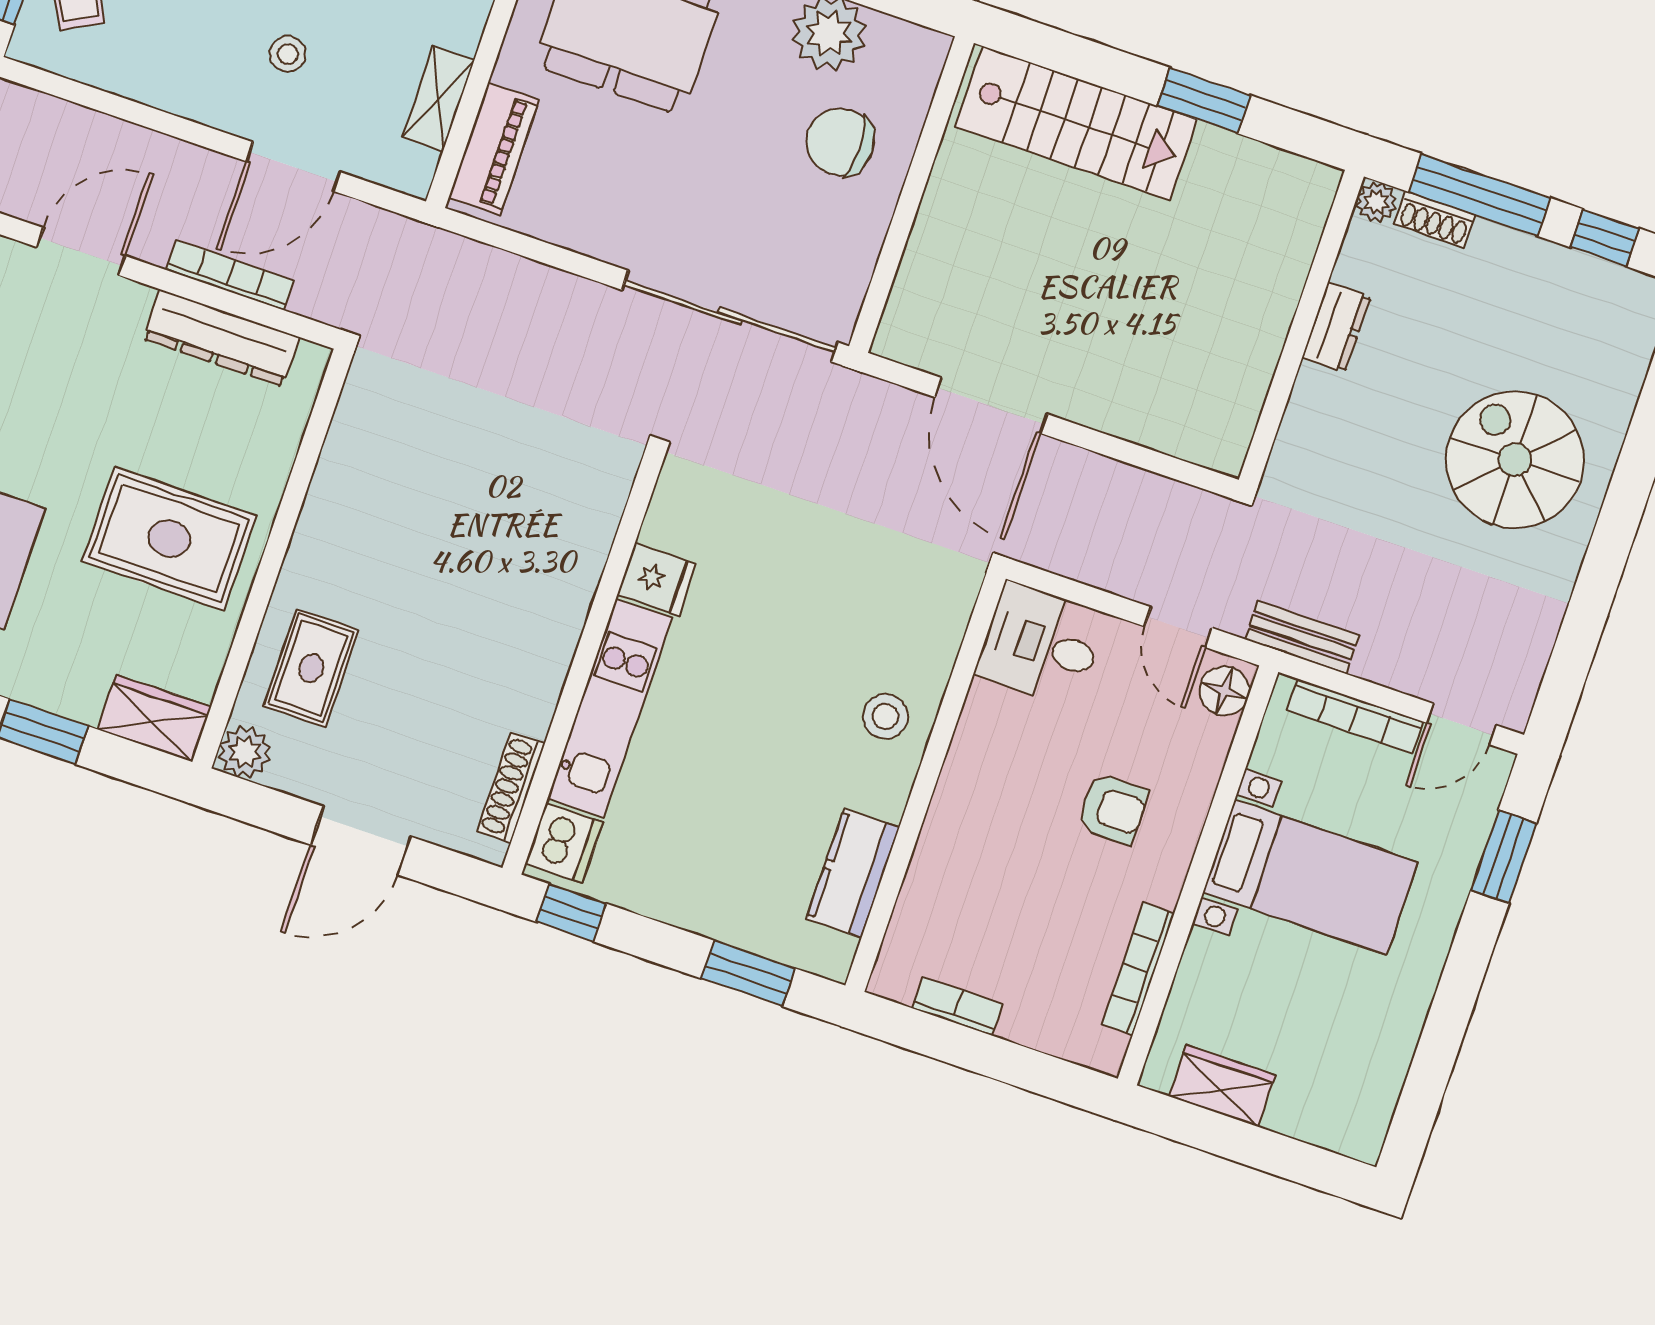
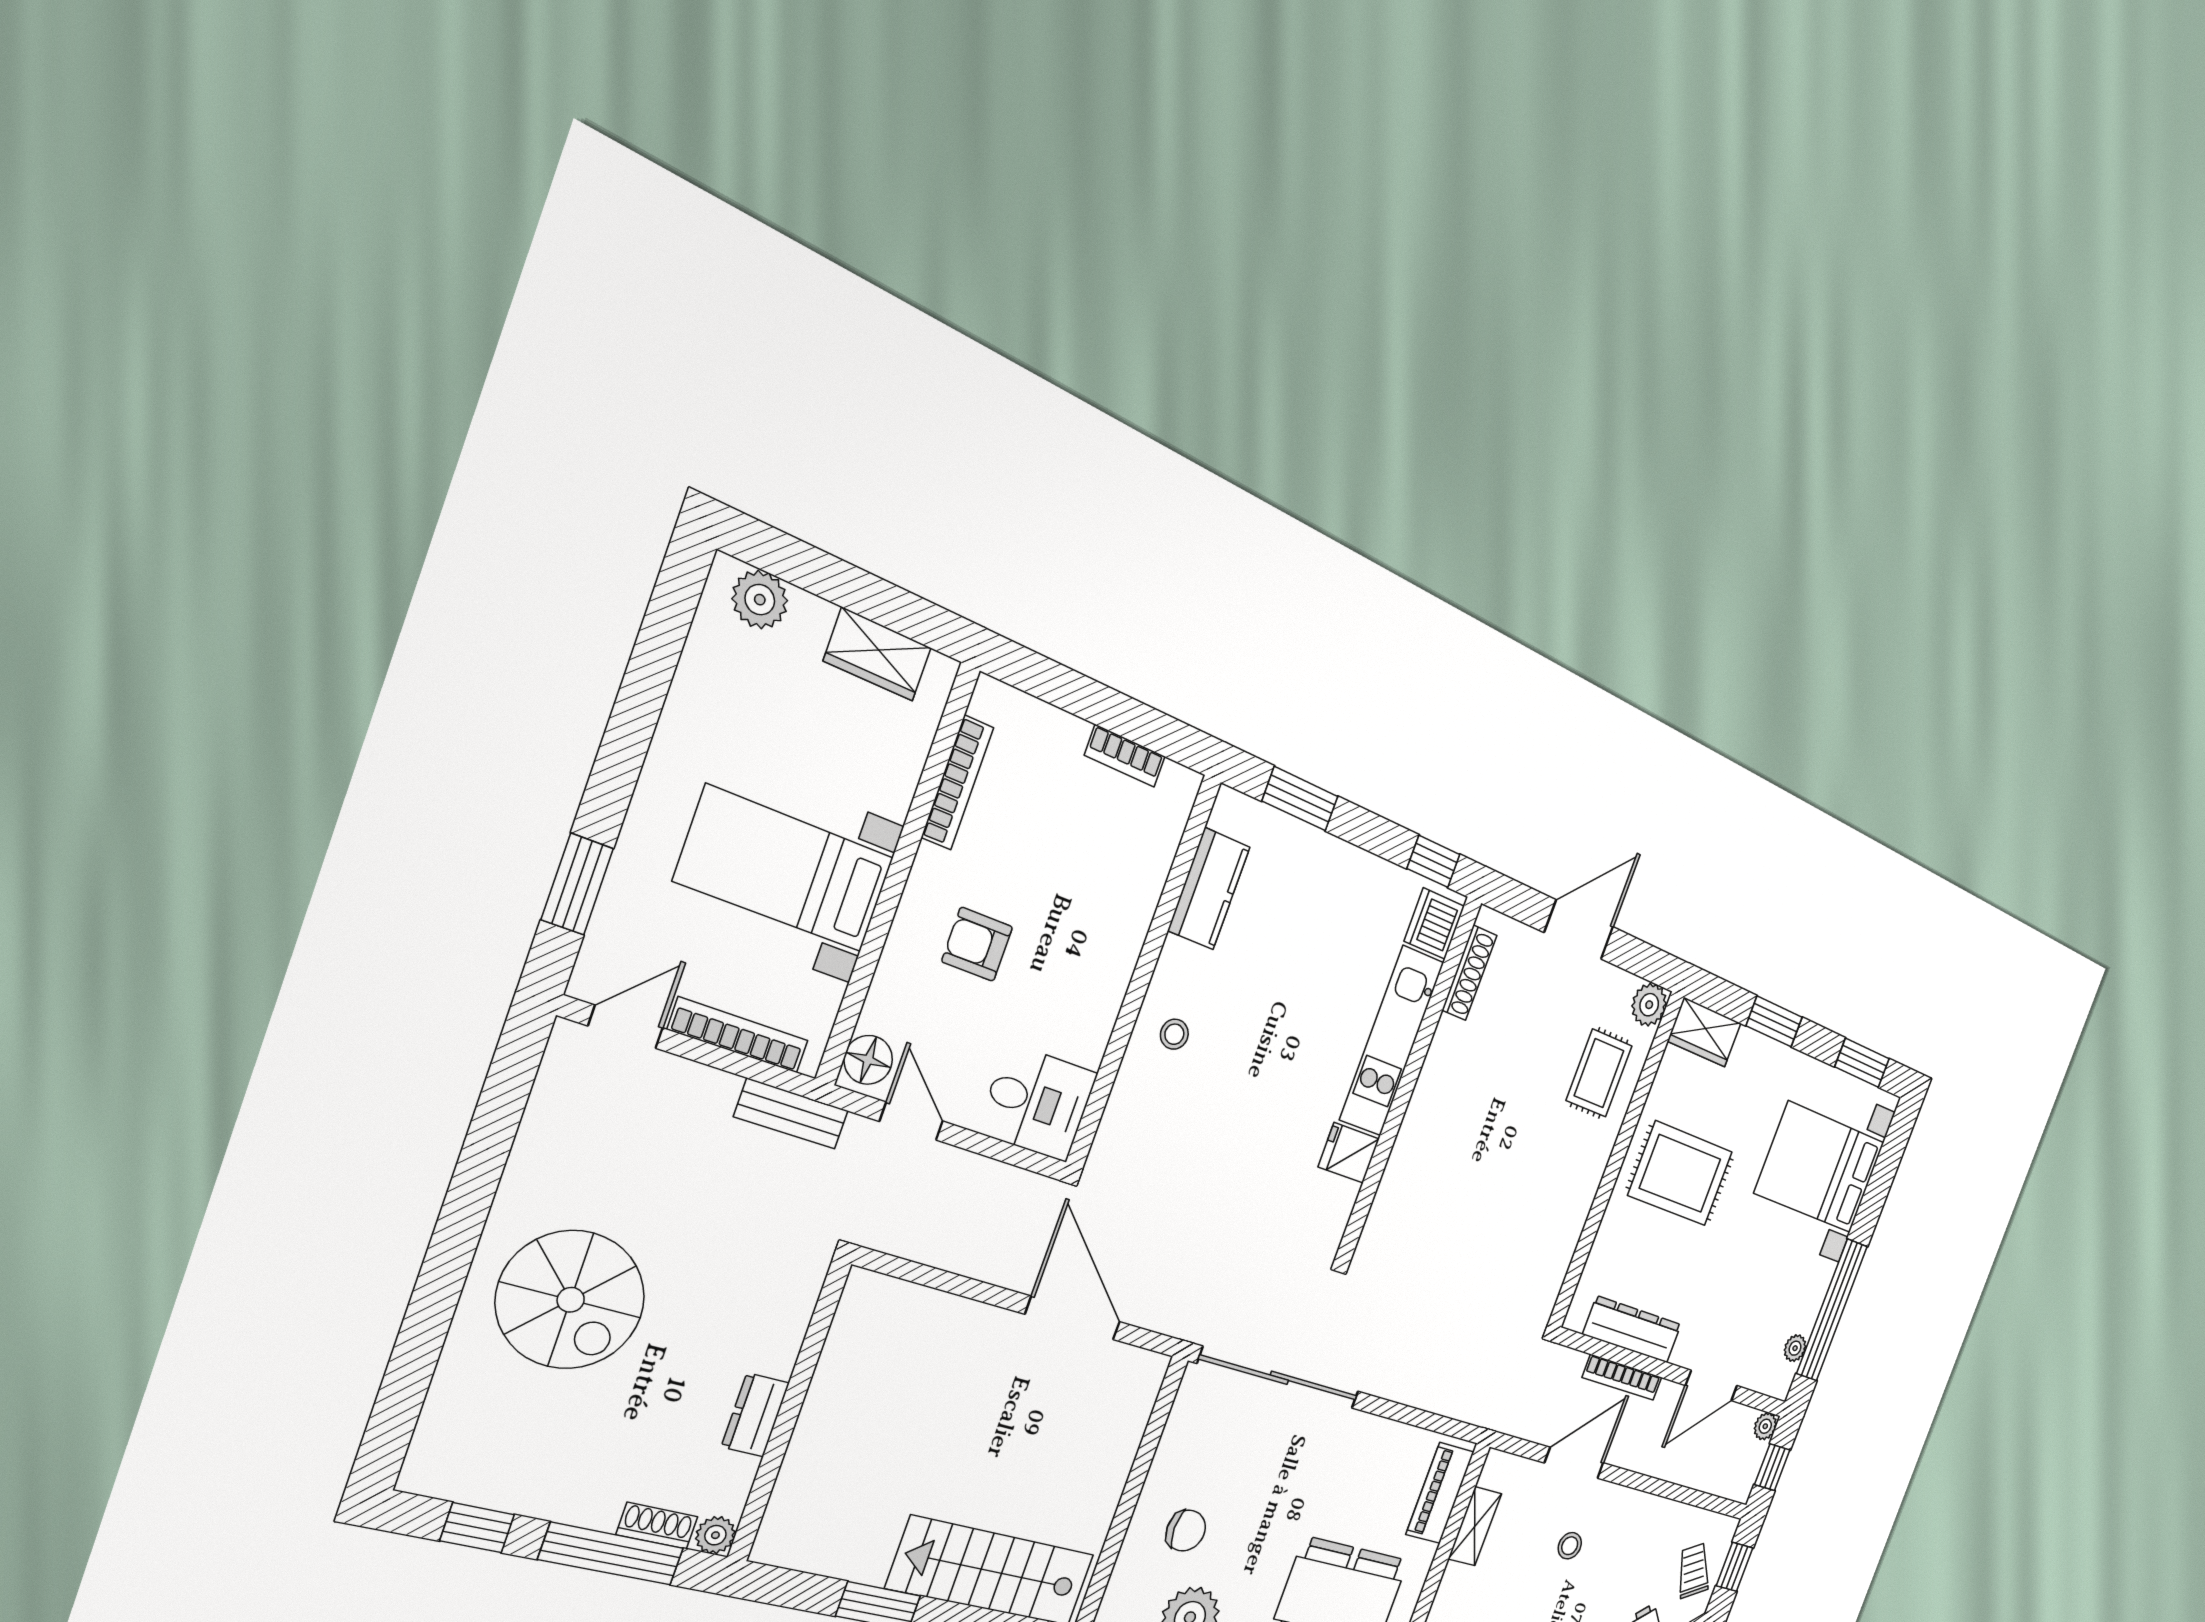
chair: (840, 142) -> (1186, 1531), width x0.73, depth x0.73
stool: (885, 716) -> (1174, 1034), width x0.73, depth x0.73
plant: (1336, 1126) -> (760, 600), added

